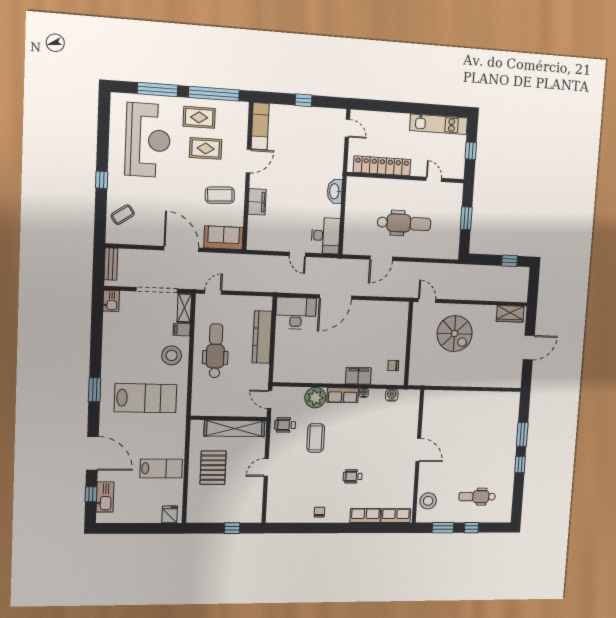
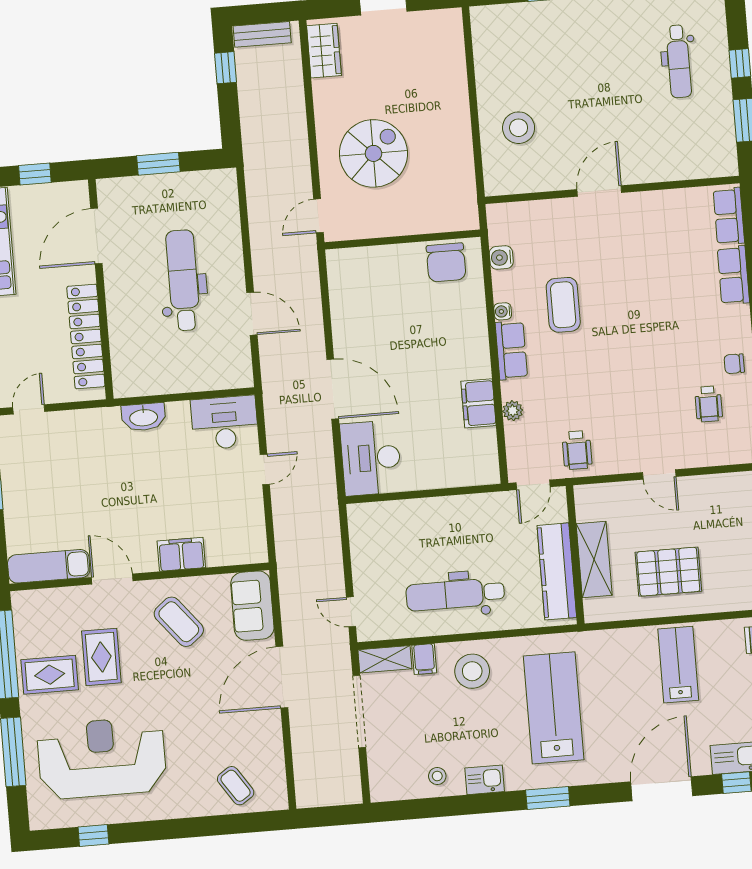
rug: (199, 117) -> (50, 675), turned 90
door: (434, 179) -> (96, 236), width x1.88
window: (102, 180) -> (93, 835), moved
coffee table: (220, 195) -> (179, 622), turned -36
bench: (111, 264) -> (262, 34), moved
kitchen sink: (111, 301) -> (485, 780), moved
stool: (115, 329) -> (437, 776), added
kitchen counter: (262, 337) -> (557, 571), moved, turned 90
chair: (393, 366) -> (446, 262), width x1.87, depth x1.87
filing cabinet: (358, 376) -> (479, 403), moved
plant: (315, 398) -> (513, 411), width x0.53, depth x0.53
shelving: (234, 428) -> (594, 559), width x0.68
coffee table: (316, 438) -> (563, 305), moved, turned 90
wheelchair: (353, 476) -> (709, 404), moved
stool: (428, 501) -> (519, 128), moved

